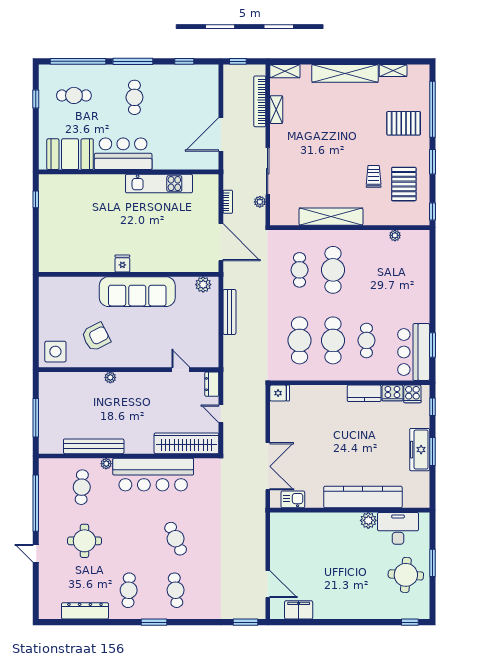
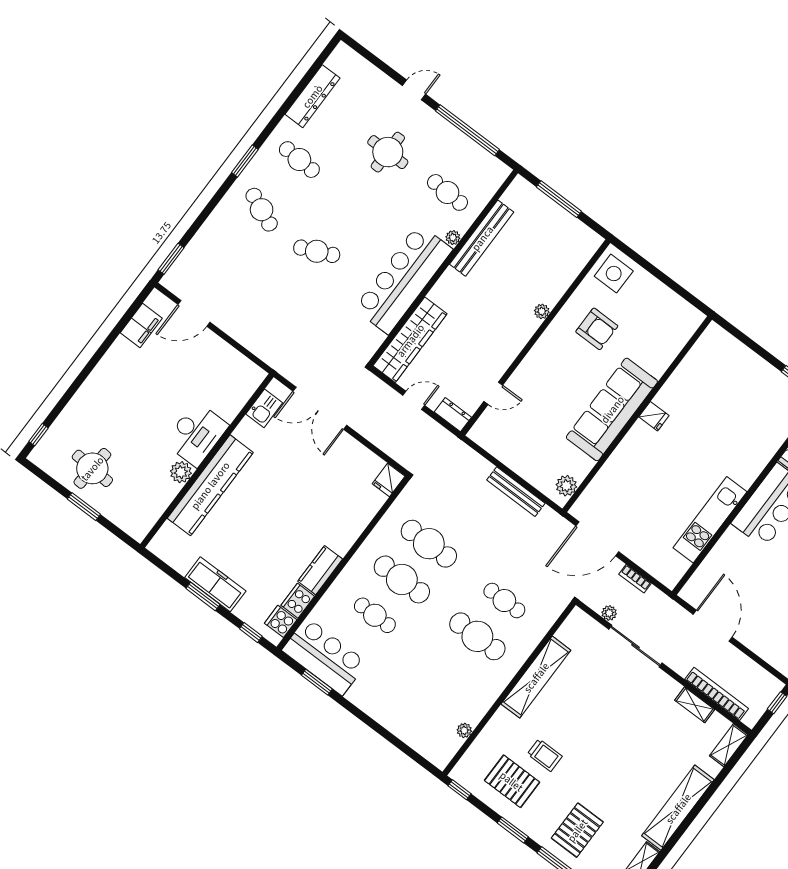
armchair: (96, 337) -> (597, 329), turned -63
desk: (398, 528) -> (196, 434), moved
cafe table: (176, 590) -> (262, 210), turned 30

